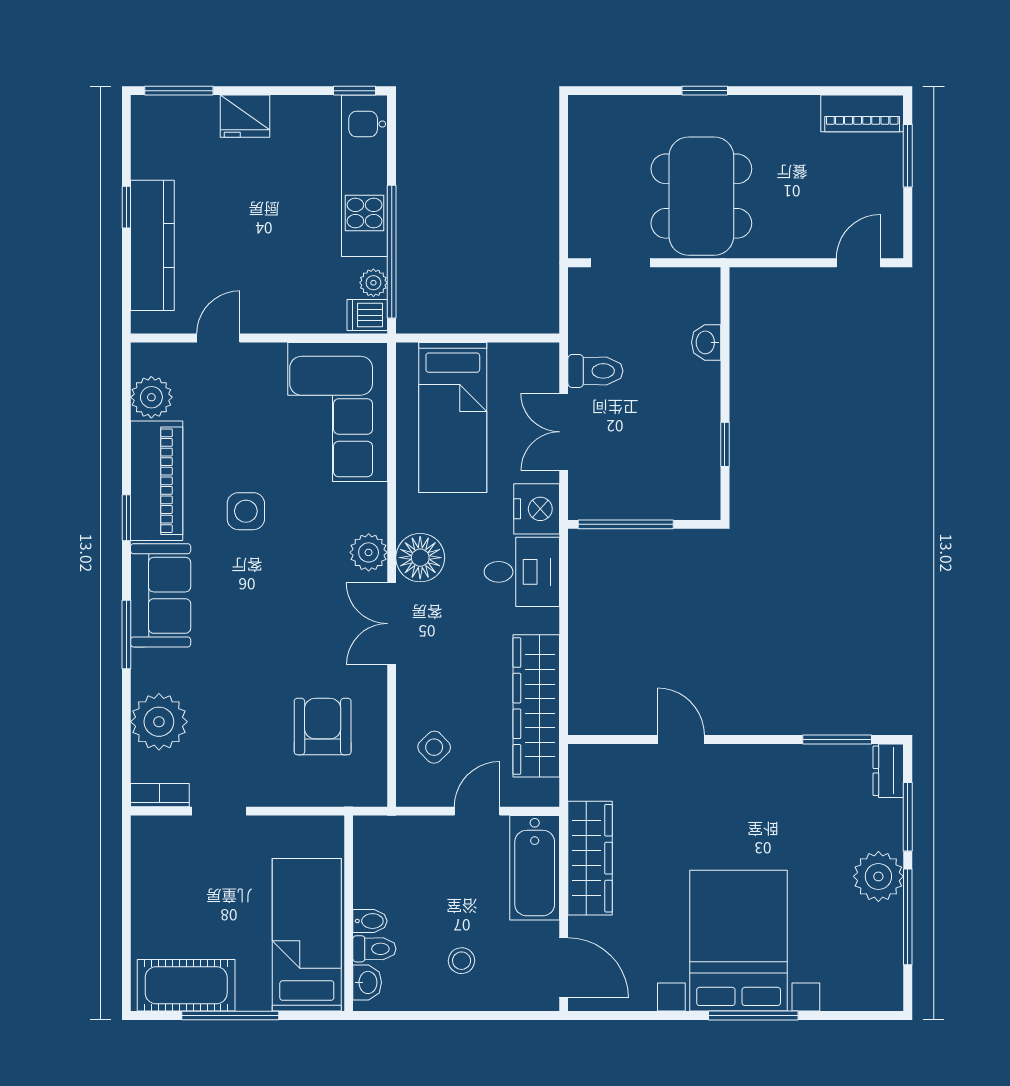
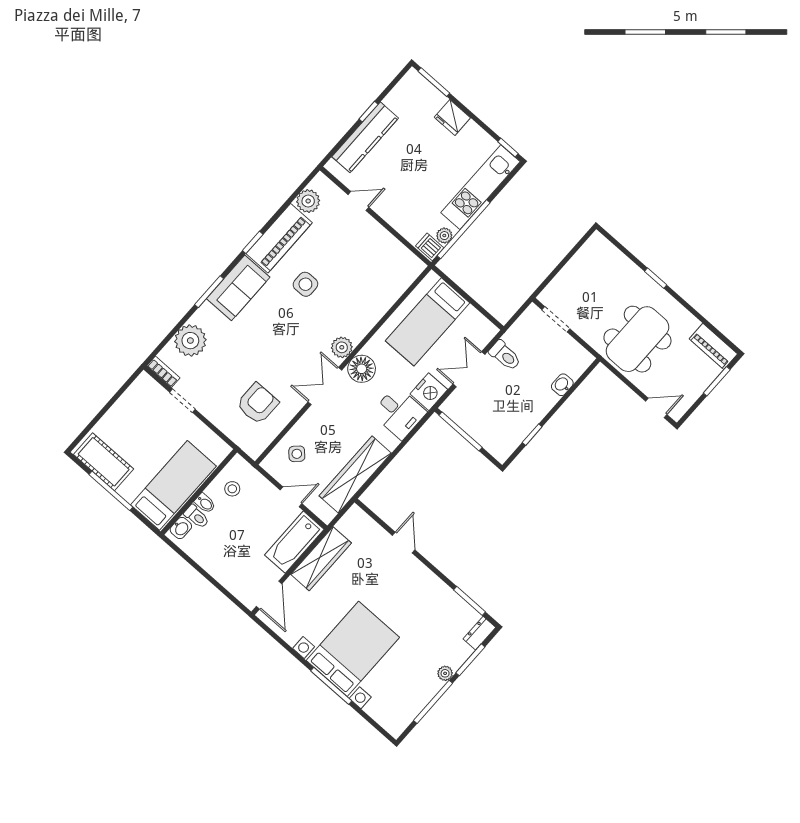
dining table: (701, 196) -> (637, 339), moved
corner sofa: (338, 412) -> (381, 277), removed
plant: (878, 876) -> (445, 673), width x0.53, depth x0.53
stool: (462, 961) -> (232, 489), moved

